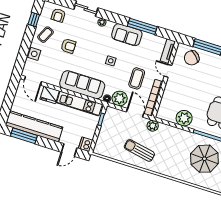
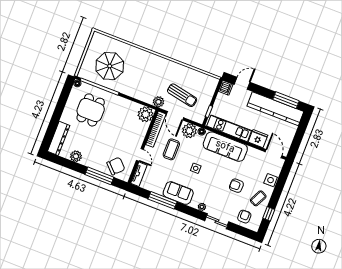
plant: (184, 118) -> (146, 114), moved
sun lounger: (139, 150) -> (182, 95), moved

